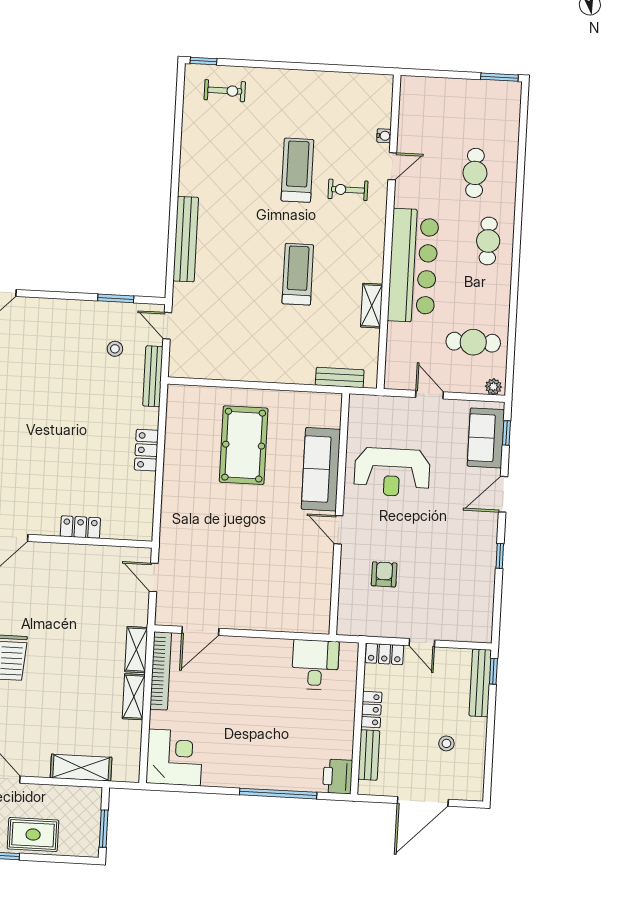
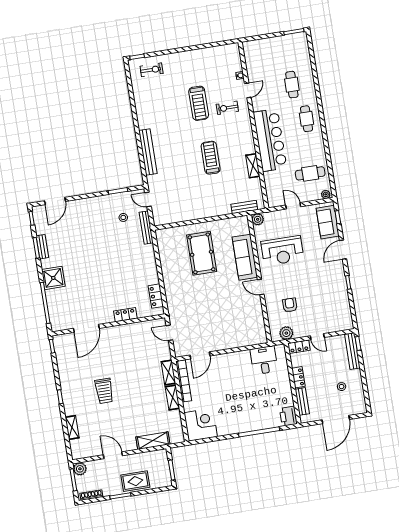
treadmill: (297, 170) -> (199, 103), turned 180
plant: (359, 405) -> (258, 219), added
locker: (146, 450) -> (156, 296), moved
plant: (367, 624) -> (286, 333), added

